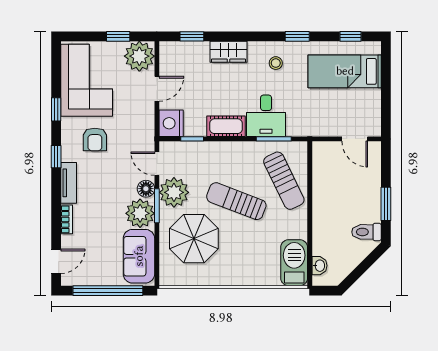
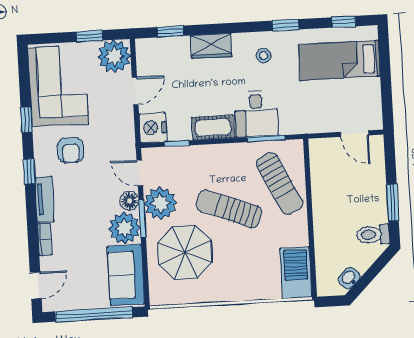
washbasin: (319, 266) -> (349, 278), moved, turned -135

